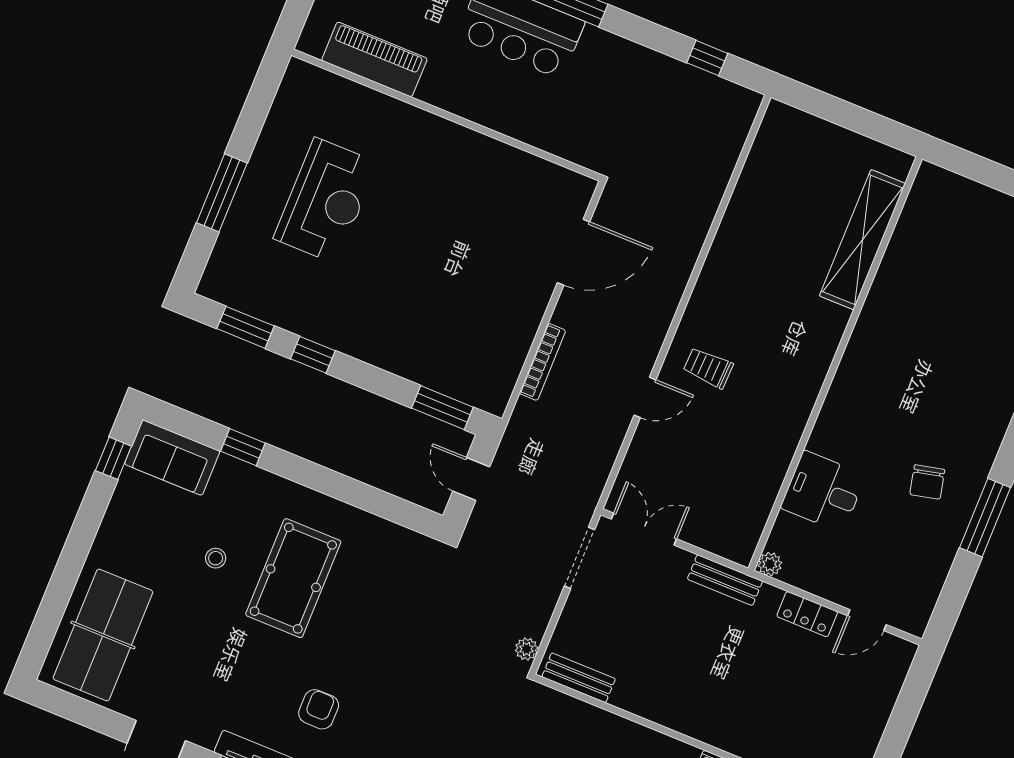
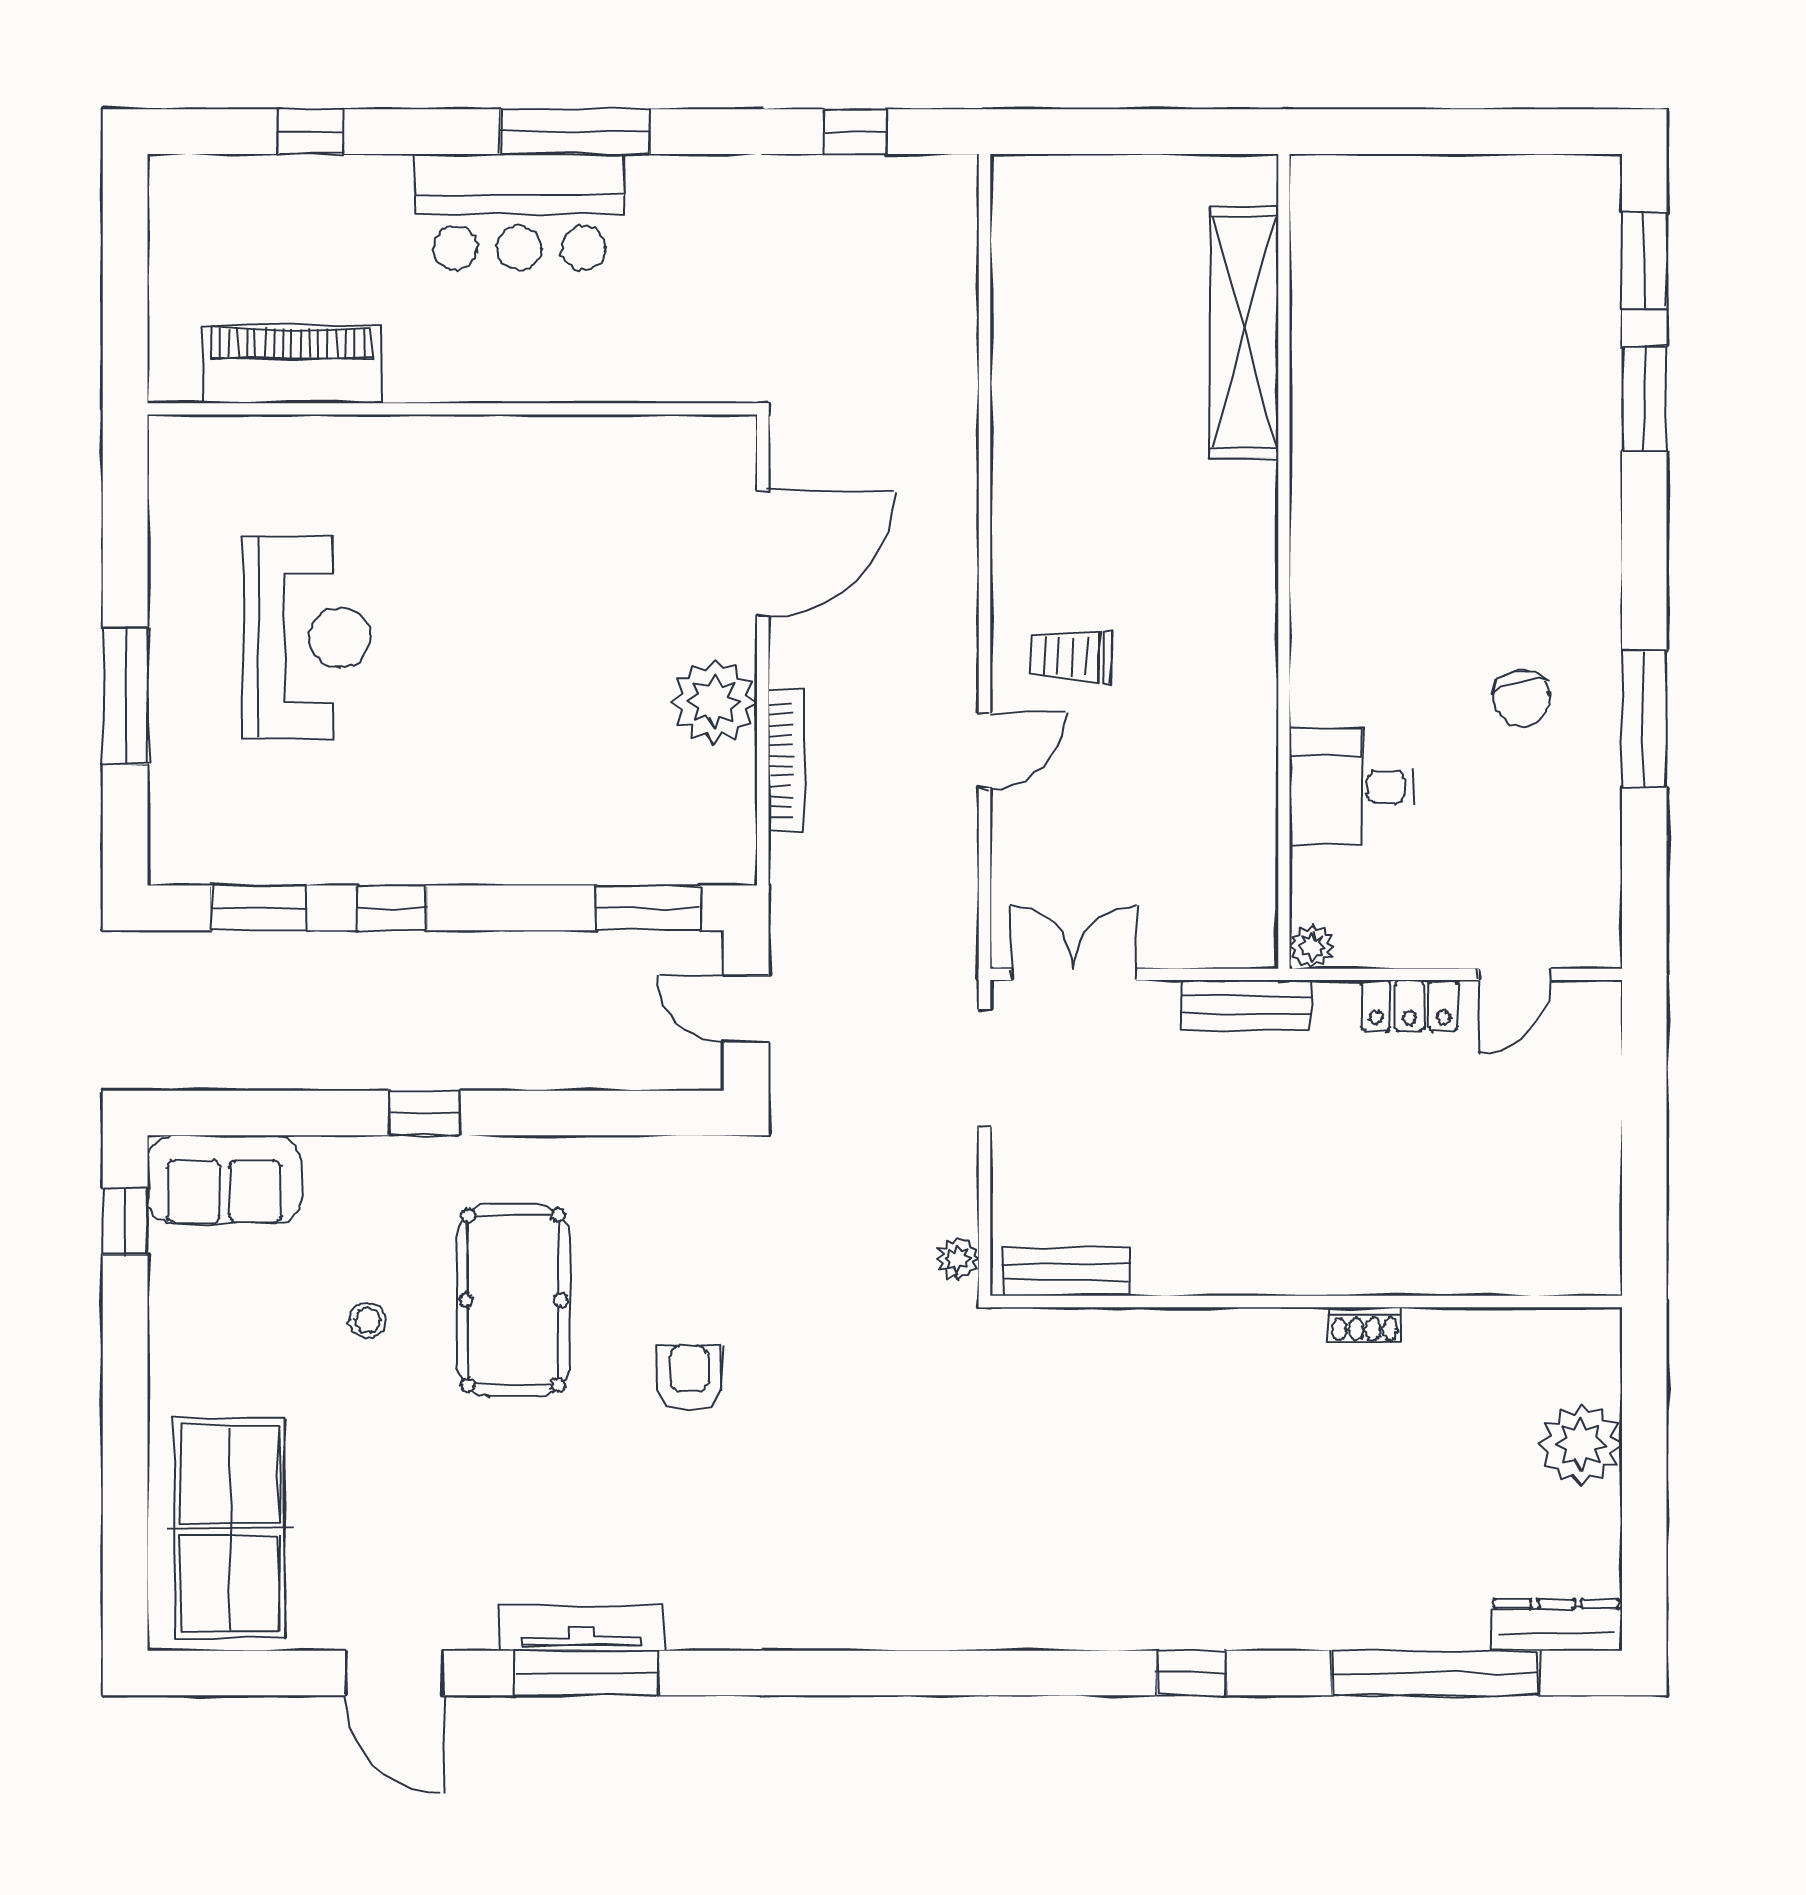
plant: (518, 317) -> (714, 702), added
window: (243, 447) -> (425, 1113), moved
armchair: (319, 709) -> (689, 1378), moved

